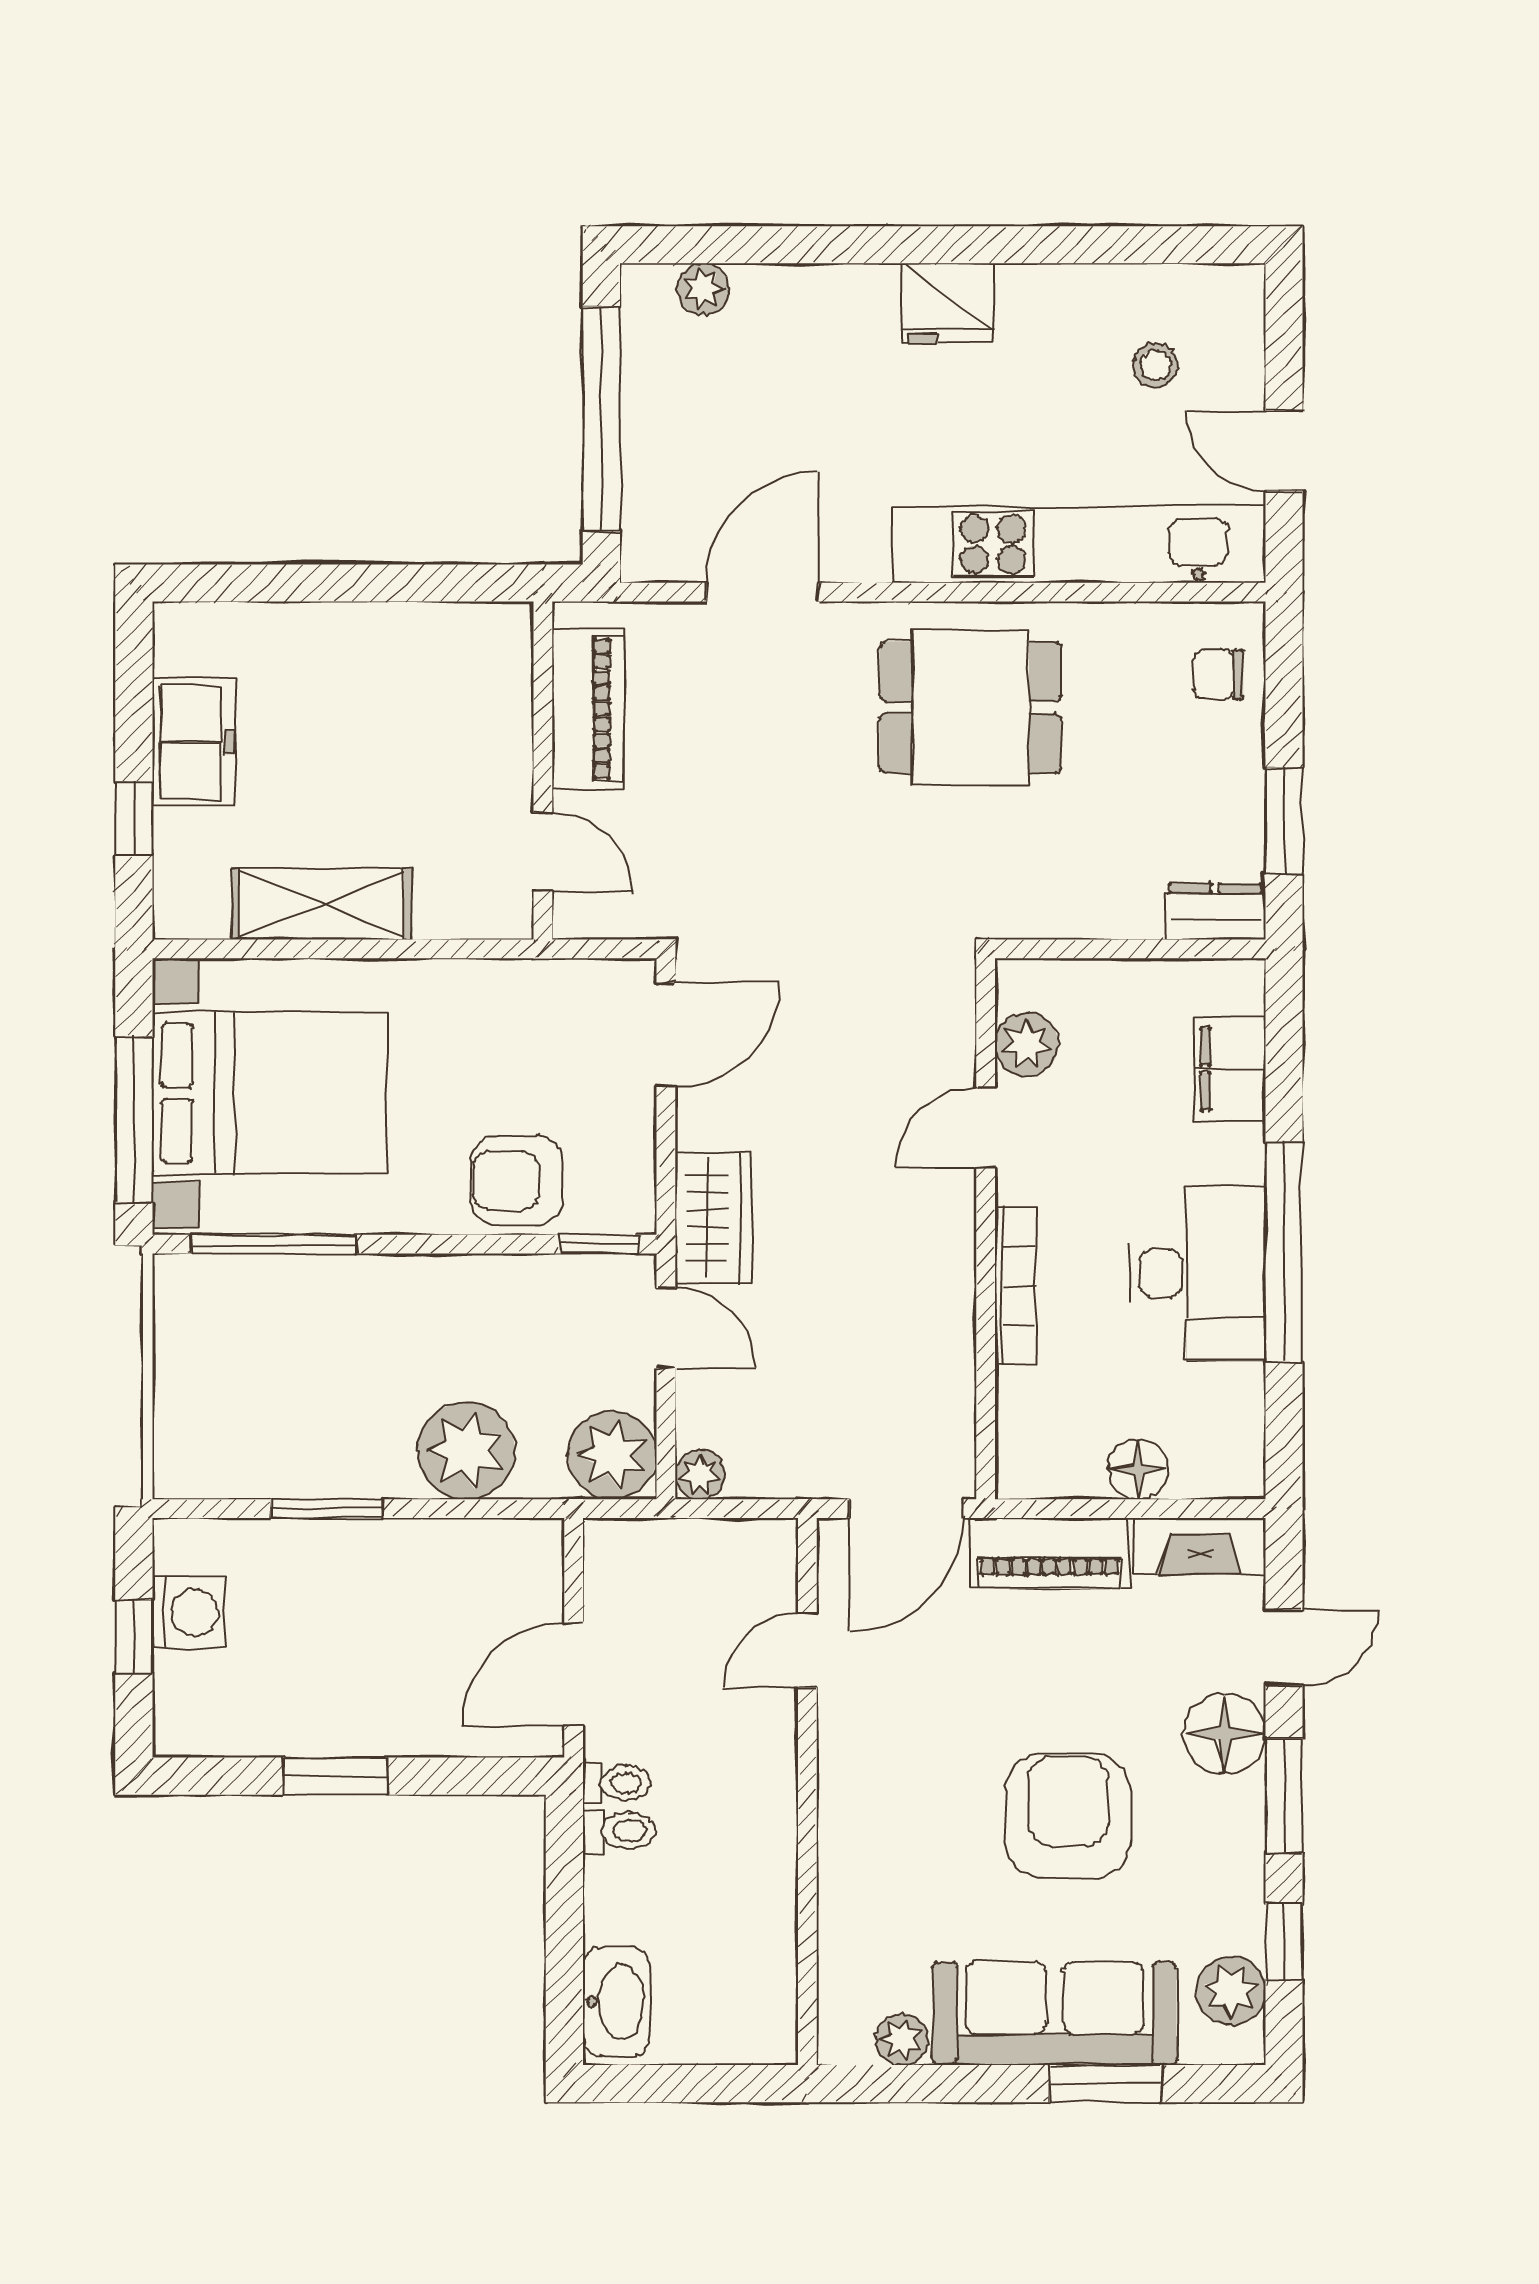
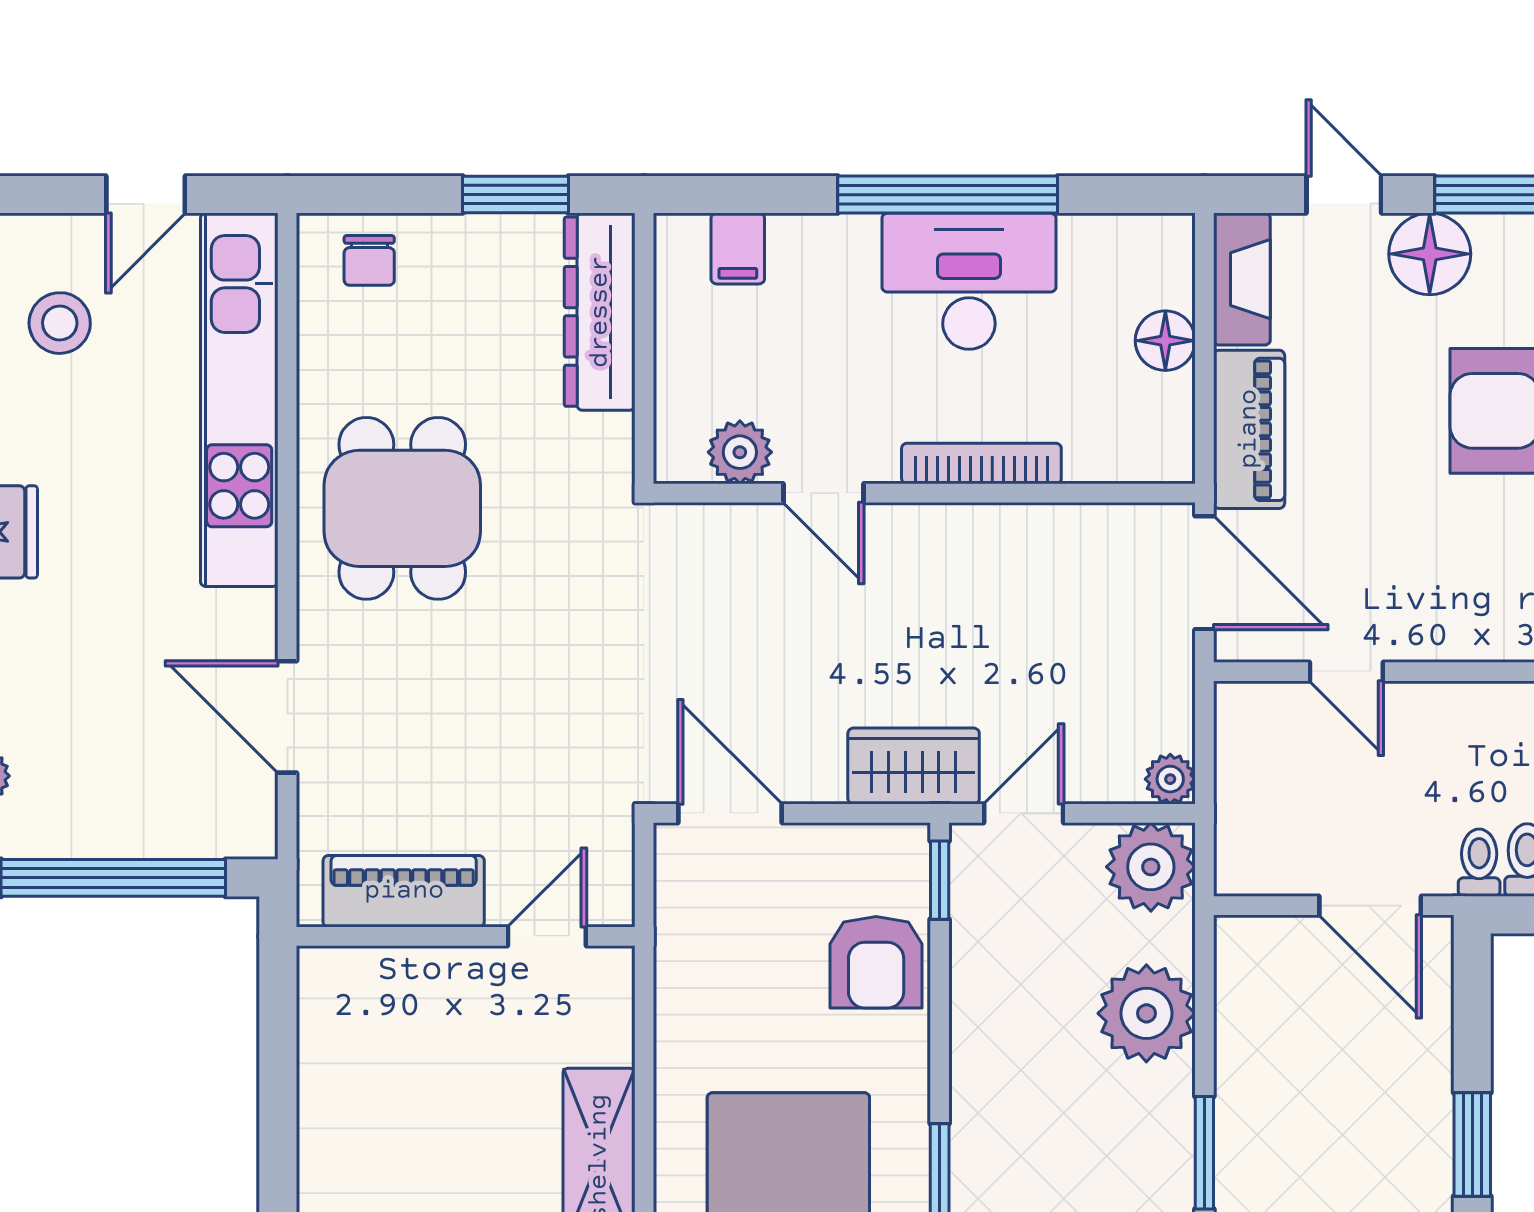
stool: (1156, 365) -> (60, 323), width x1.37, depth x1.37
dresser: (1215, 911) -> (600, 312), width x1.96, depth x1.24
filing cabinet: (1230, 1069) -> (738, 249), width x0.50

